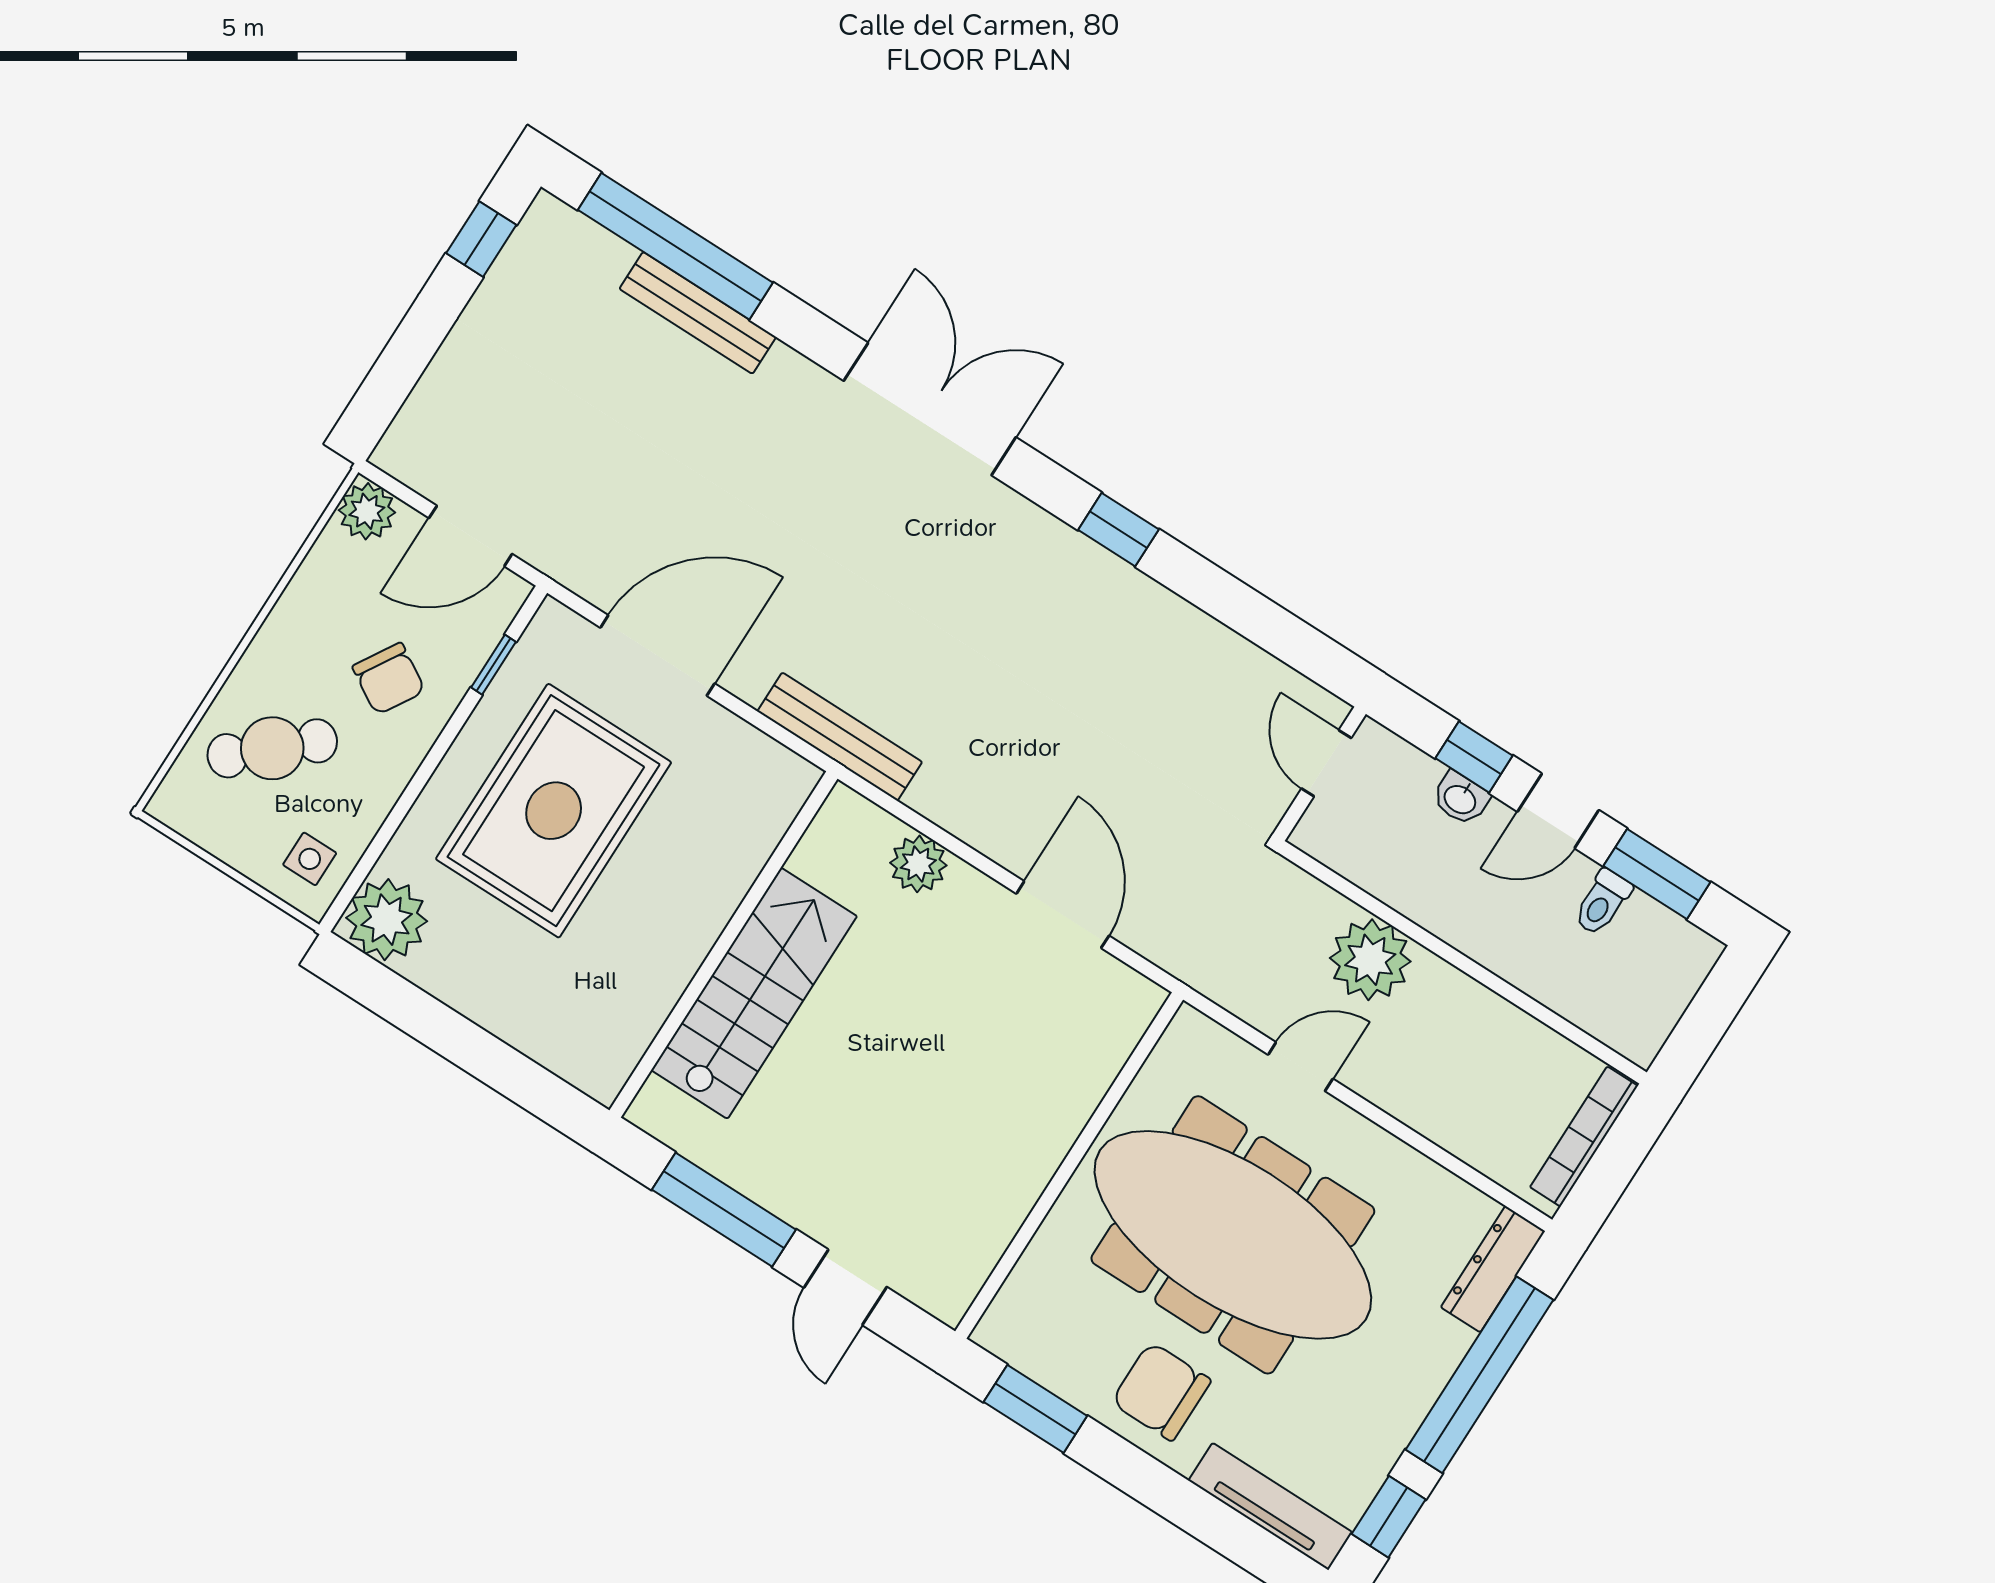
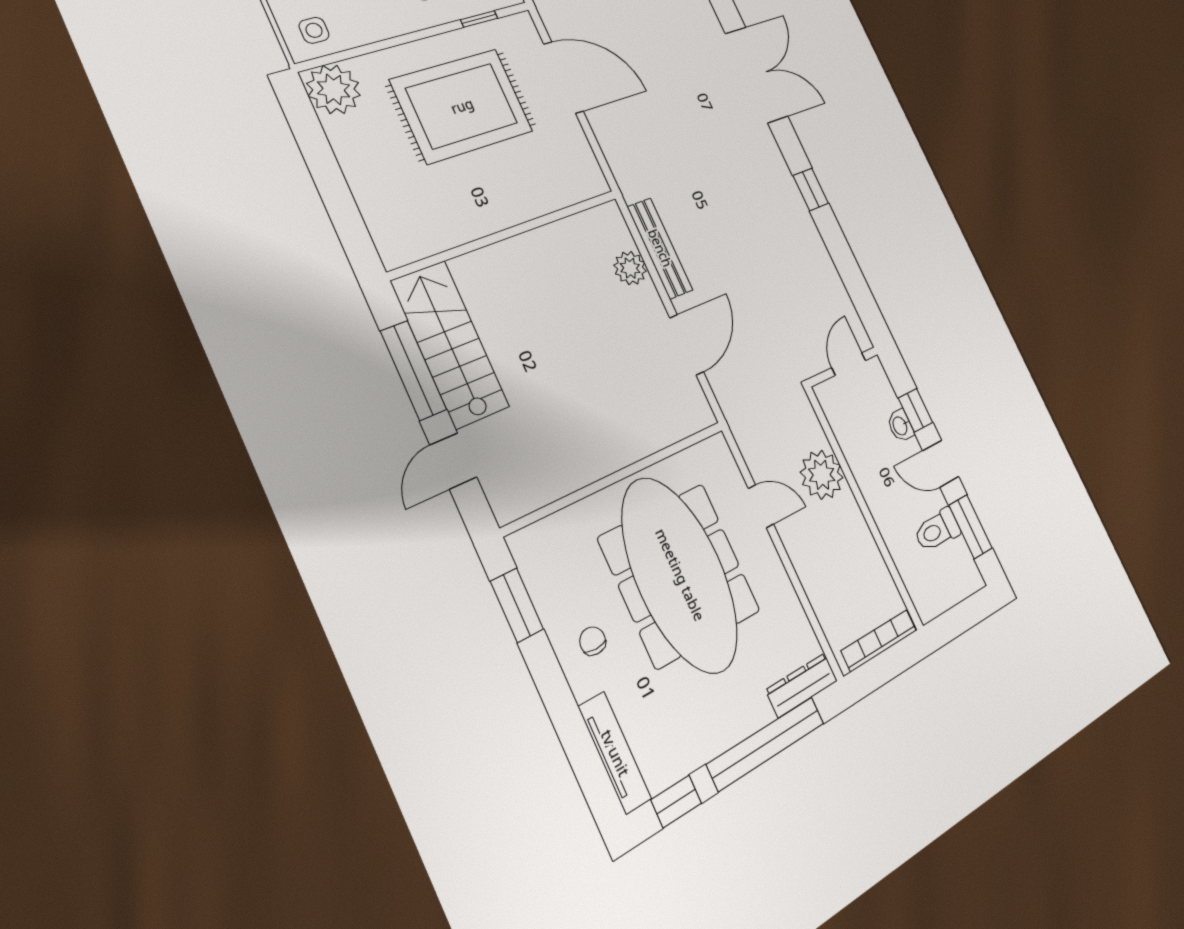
bench: (840, 737) -> (660, 248), moved
toilet: (1602, 902) -> (937, 530), width x1.37, depth x1.39
stairs: (754, 993) -> (450, 344), moved, turned -90
chair: (1161, 1391) -> (593, 641), width x0.54, depth x0.54

